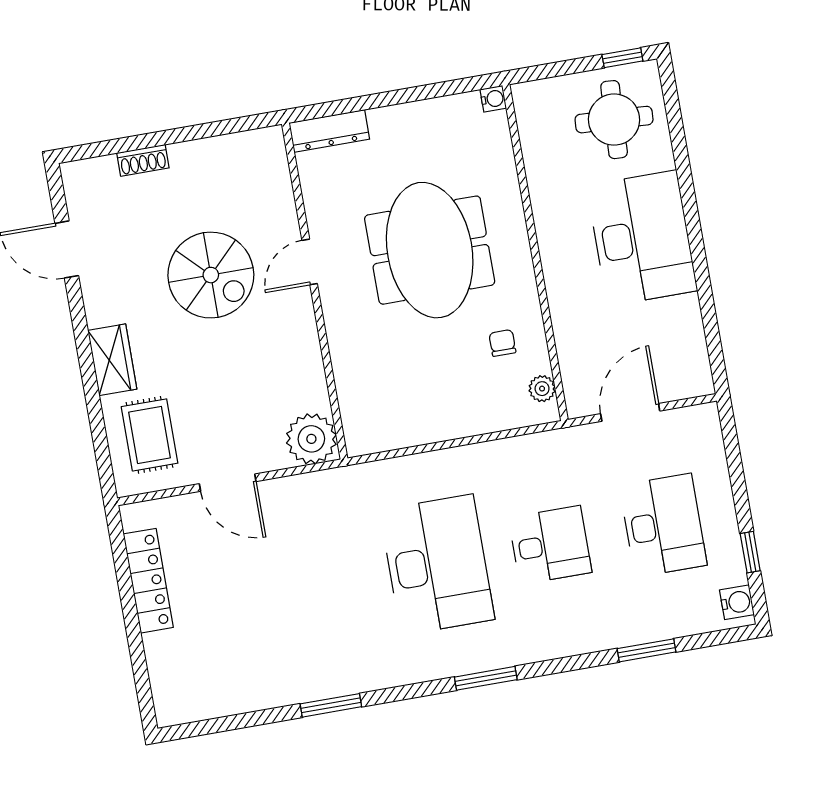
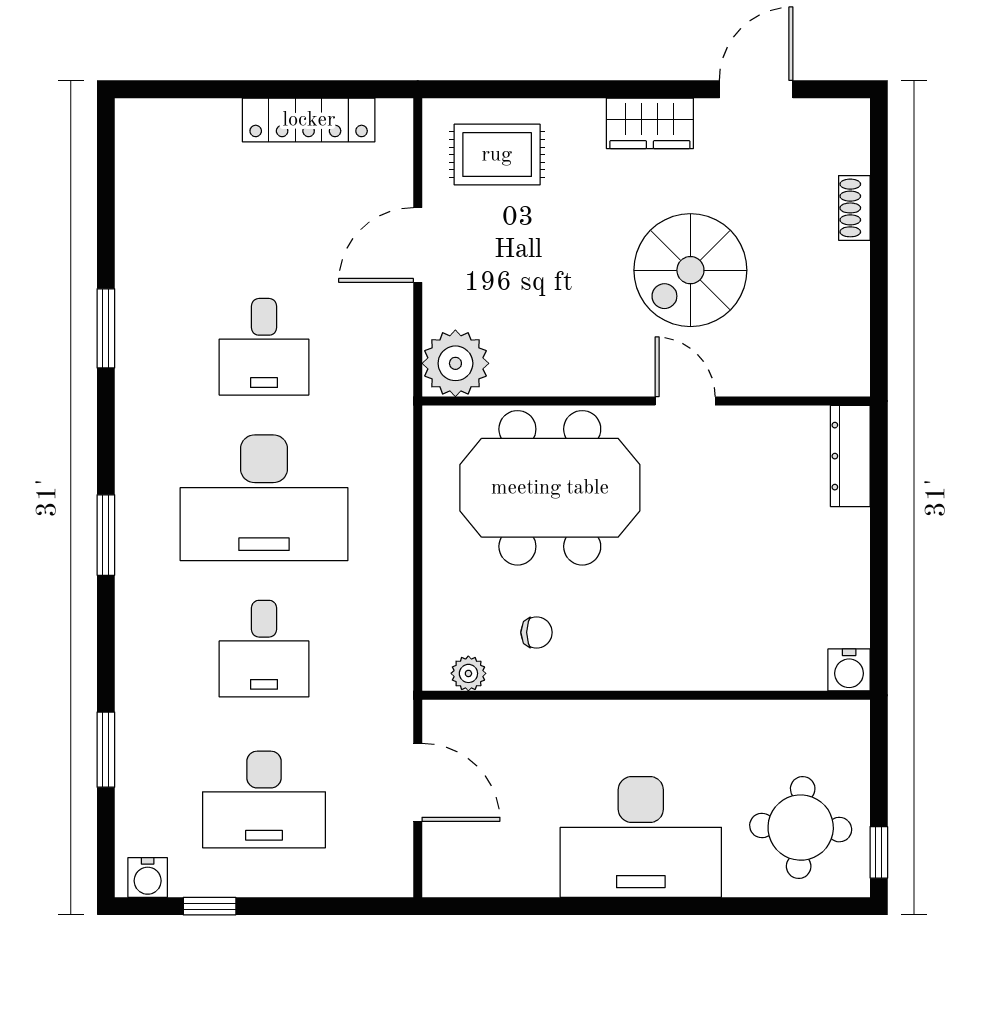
water cooler: (493, 99) -> (849, 670), width x1.38, depth x1.38
meeting table: (430, 250) -> (550, 488), moved
wardrobe: (112, 360) -> (650, 123), moved
desk: (324, 584) -> (264, 347), added

